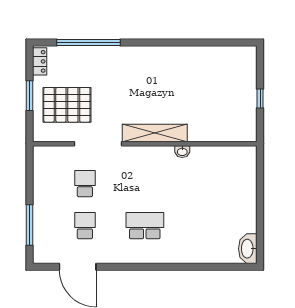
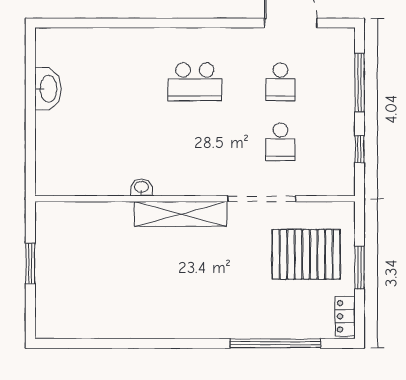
window: (260, 98) -> (30, 263), width x1.50
window: (30, 178) -> (360, 149), added
washbasin: (248, 249) -> (48, 89), moved

